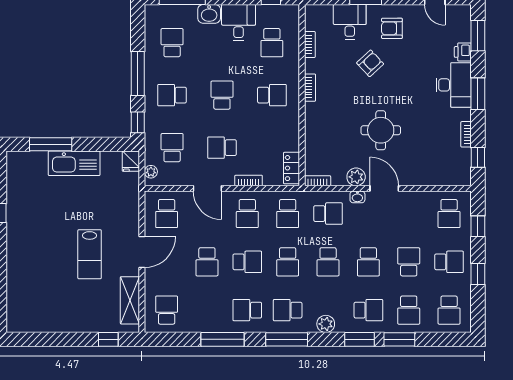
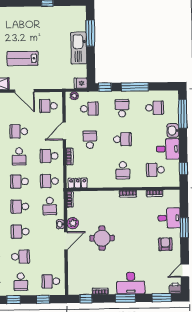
printer: (463, 52) -> (175, 288), moved
armchair: (370, 63) -> (143, 231), removed

